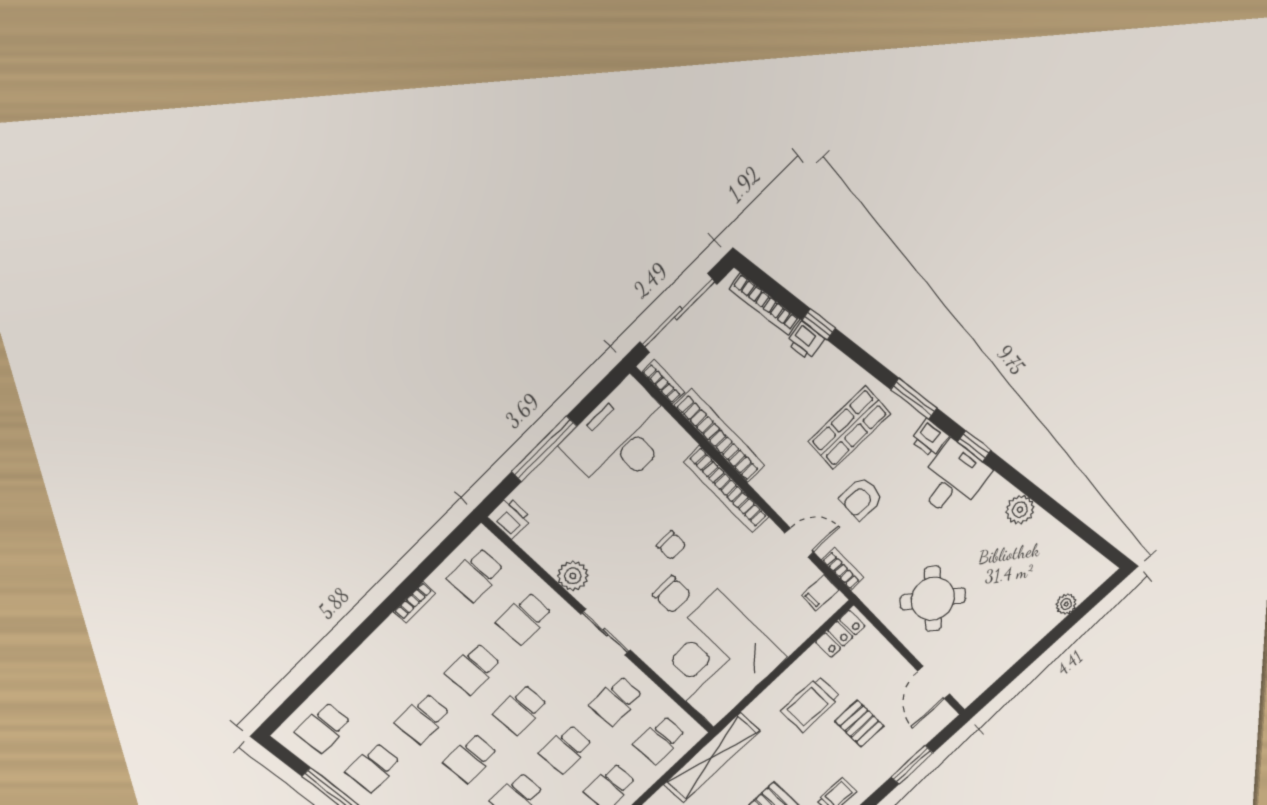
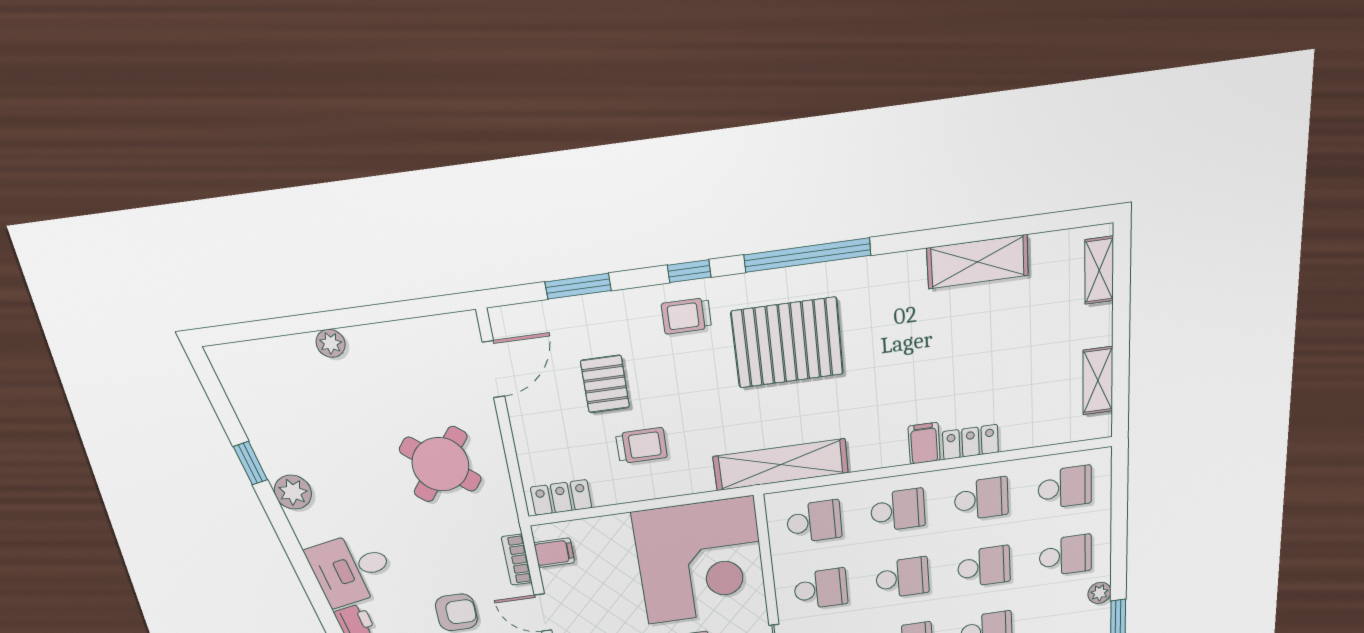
window: (974, 446) -> (250, 463), moved
plant: (1066, 604) -> (331, 343), moved
trolley: (811, 704) -> (642, 446), width x0.73, depth x0.72

